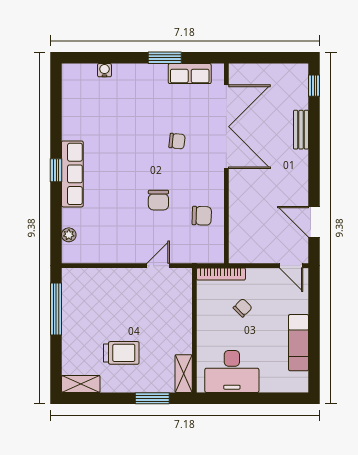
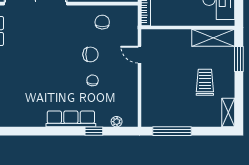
chair: (177, 141) -> (93, 80), moved
window: (56, 170) -> (94, 131), moved
shelving: (184, 374) -> (213, 38), width x1.50, depth x1.33

